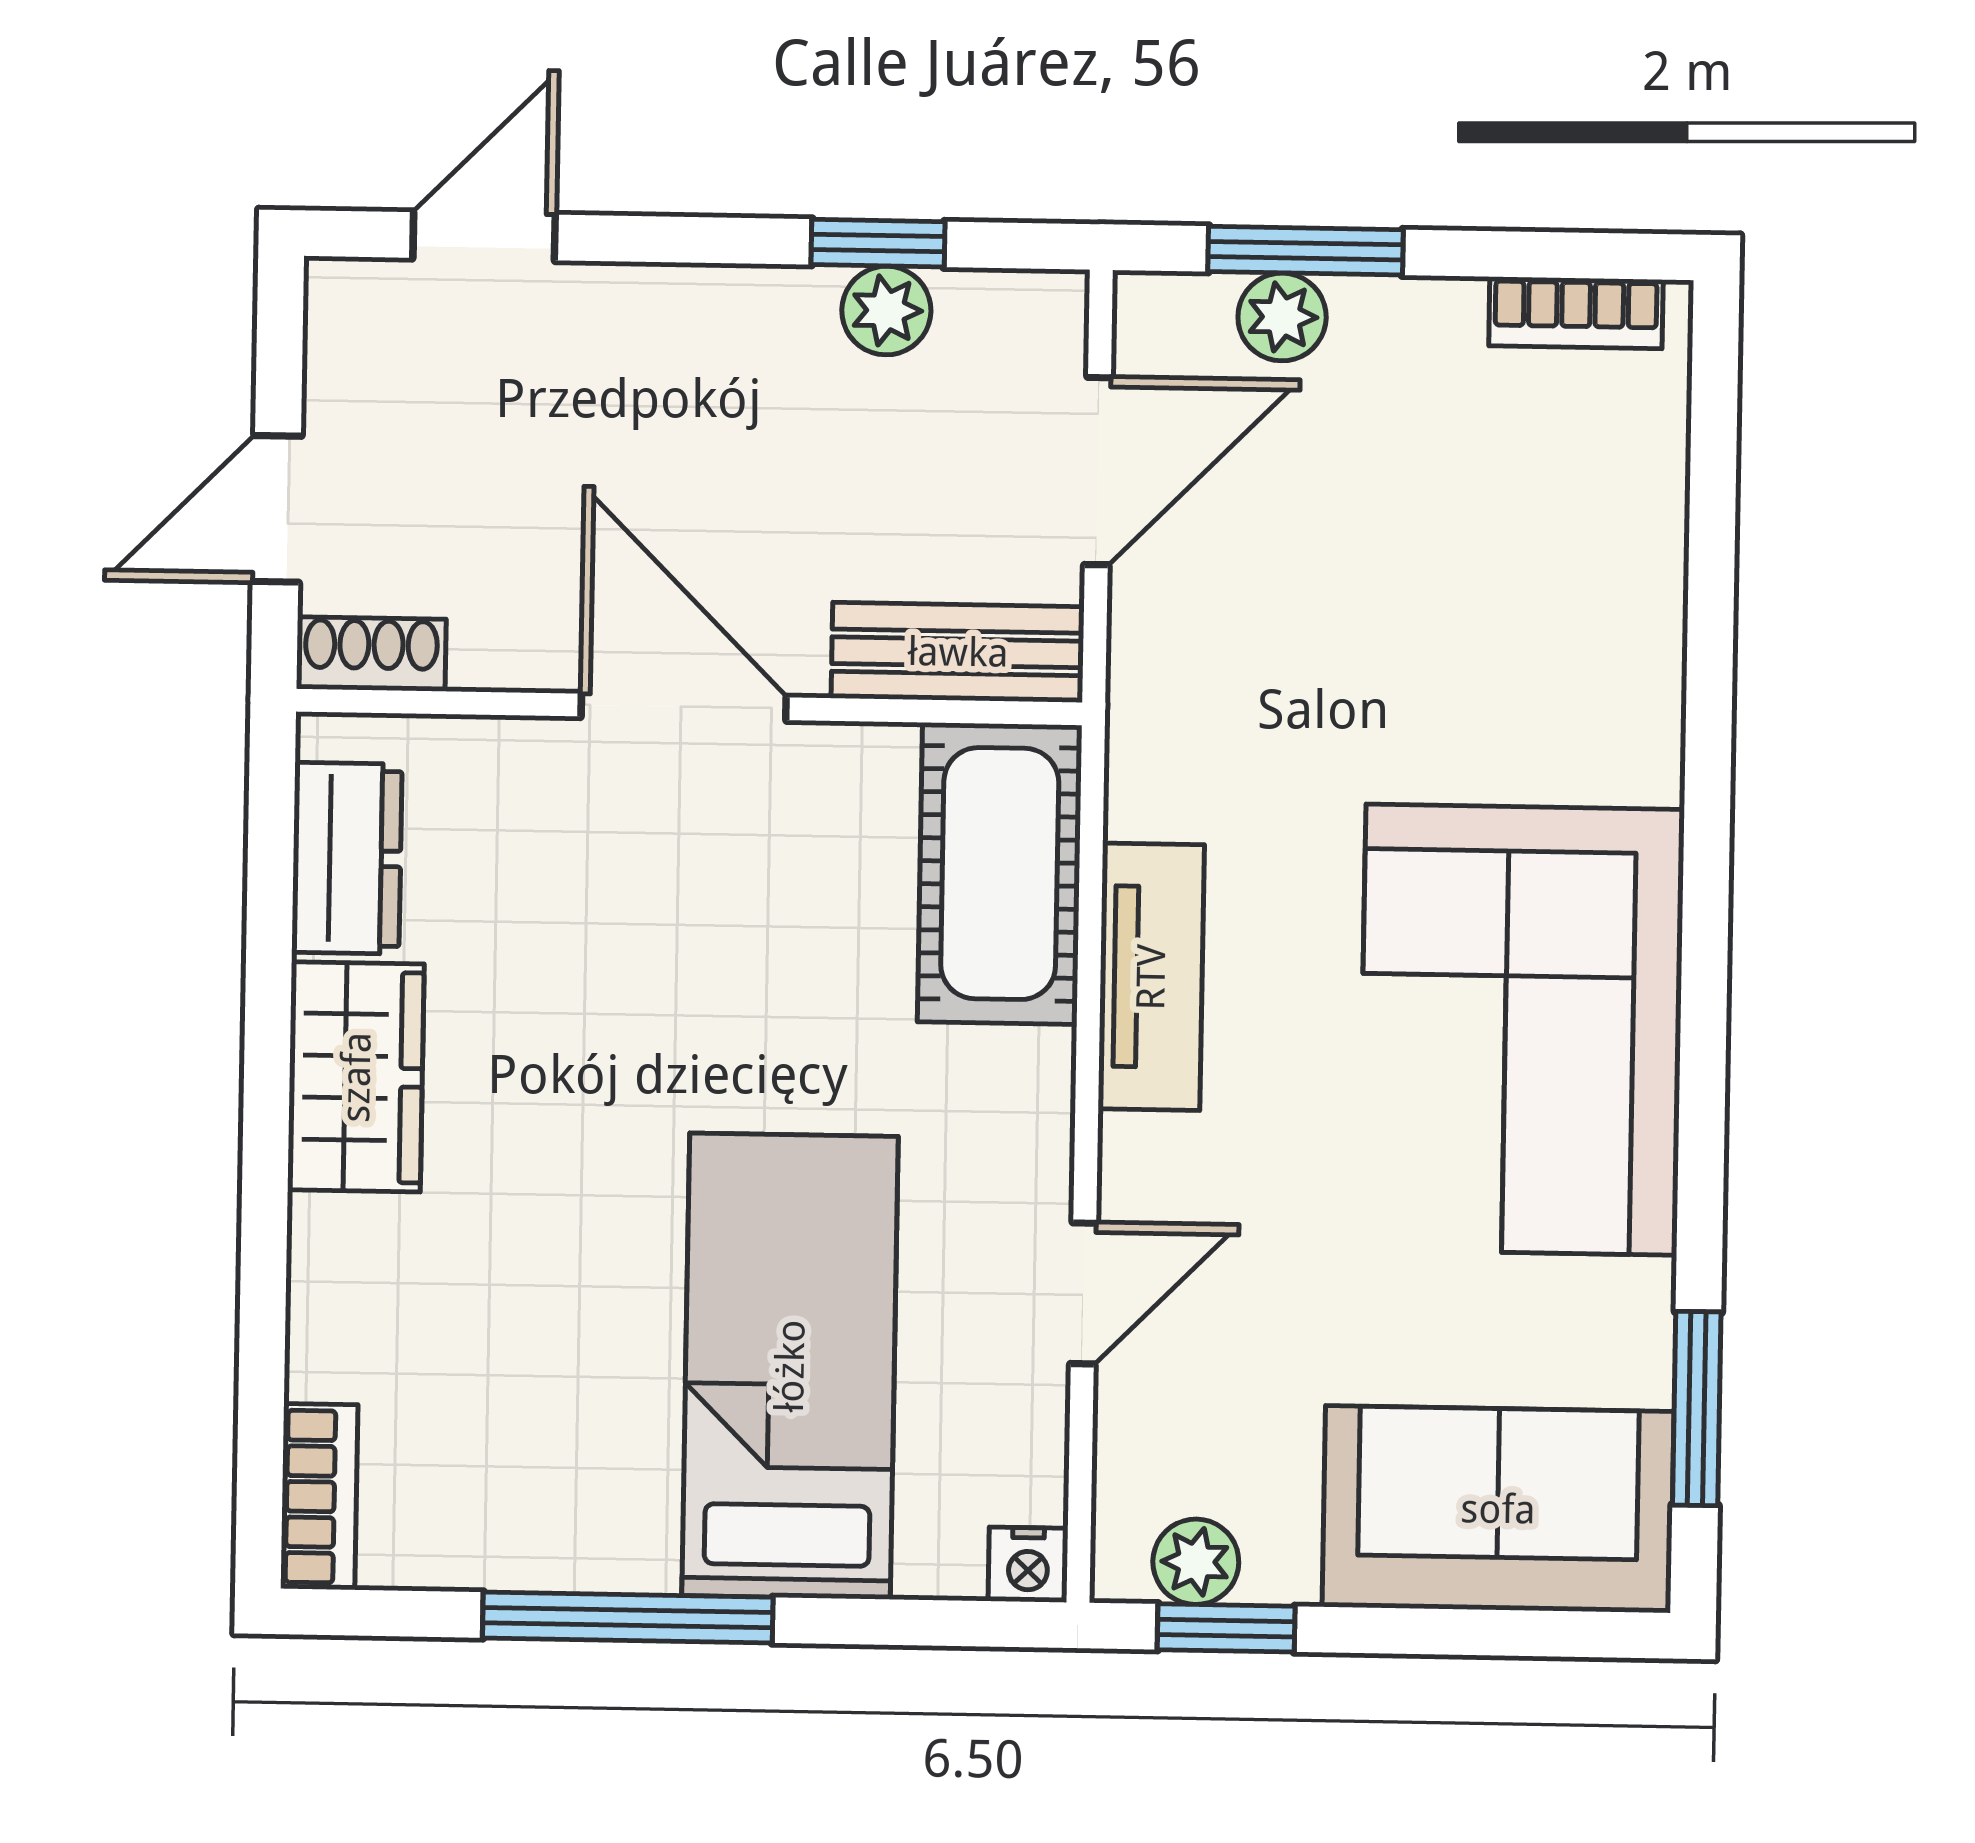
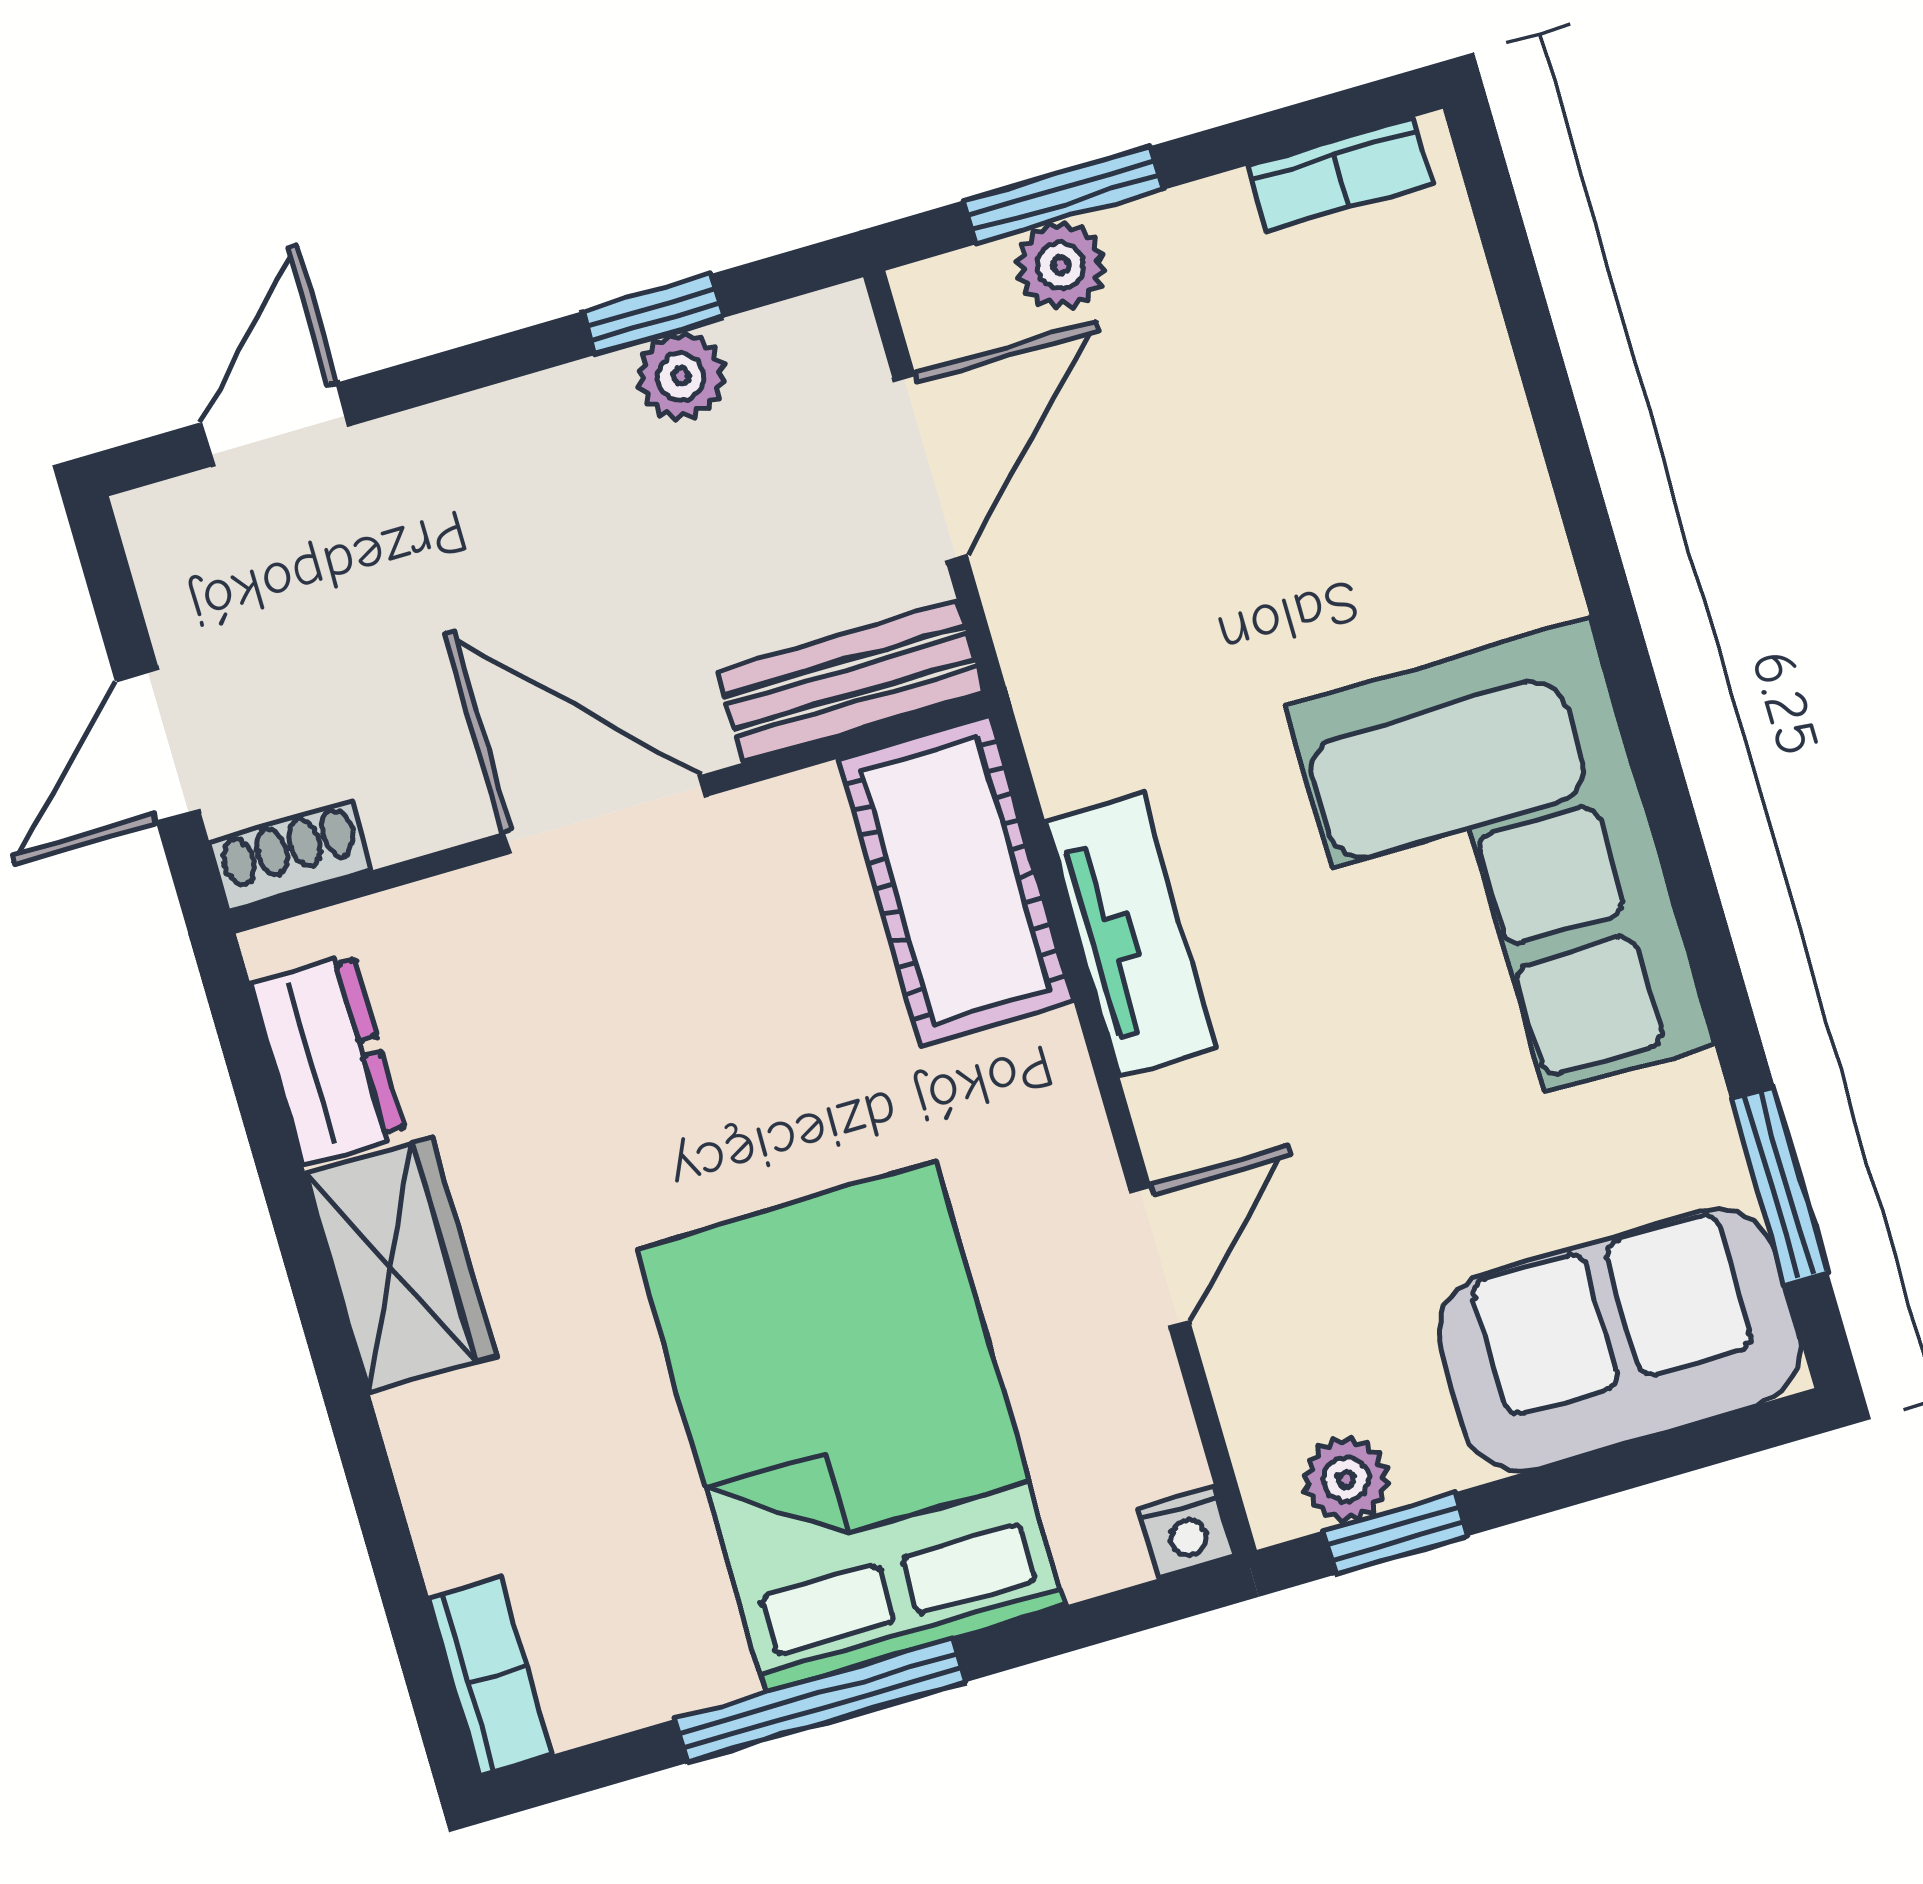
bed: (790, 1366) -> (851, 1427), width x1.50

